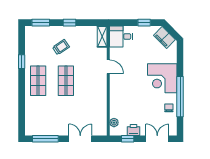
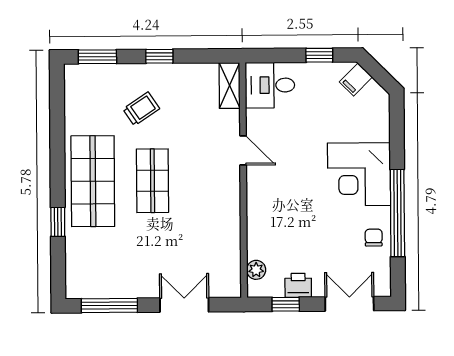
filing cabinet: (164, 37) -> (356, 79), width x0.50
window: (22, 62) -> (58, 222), moved
shop shelf: (38, 81) -> (93, 181), width x1.43, depth x1.36

